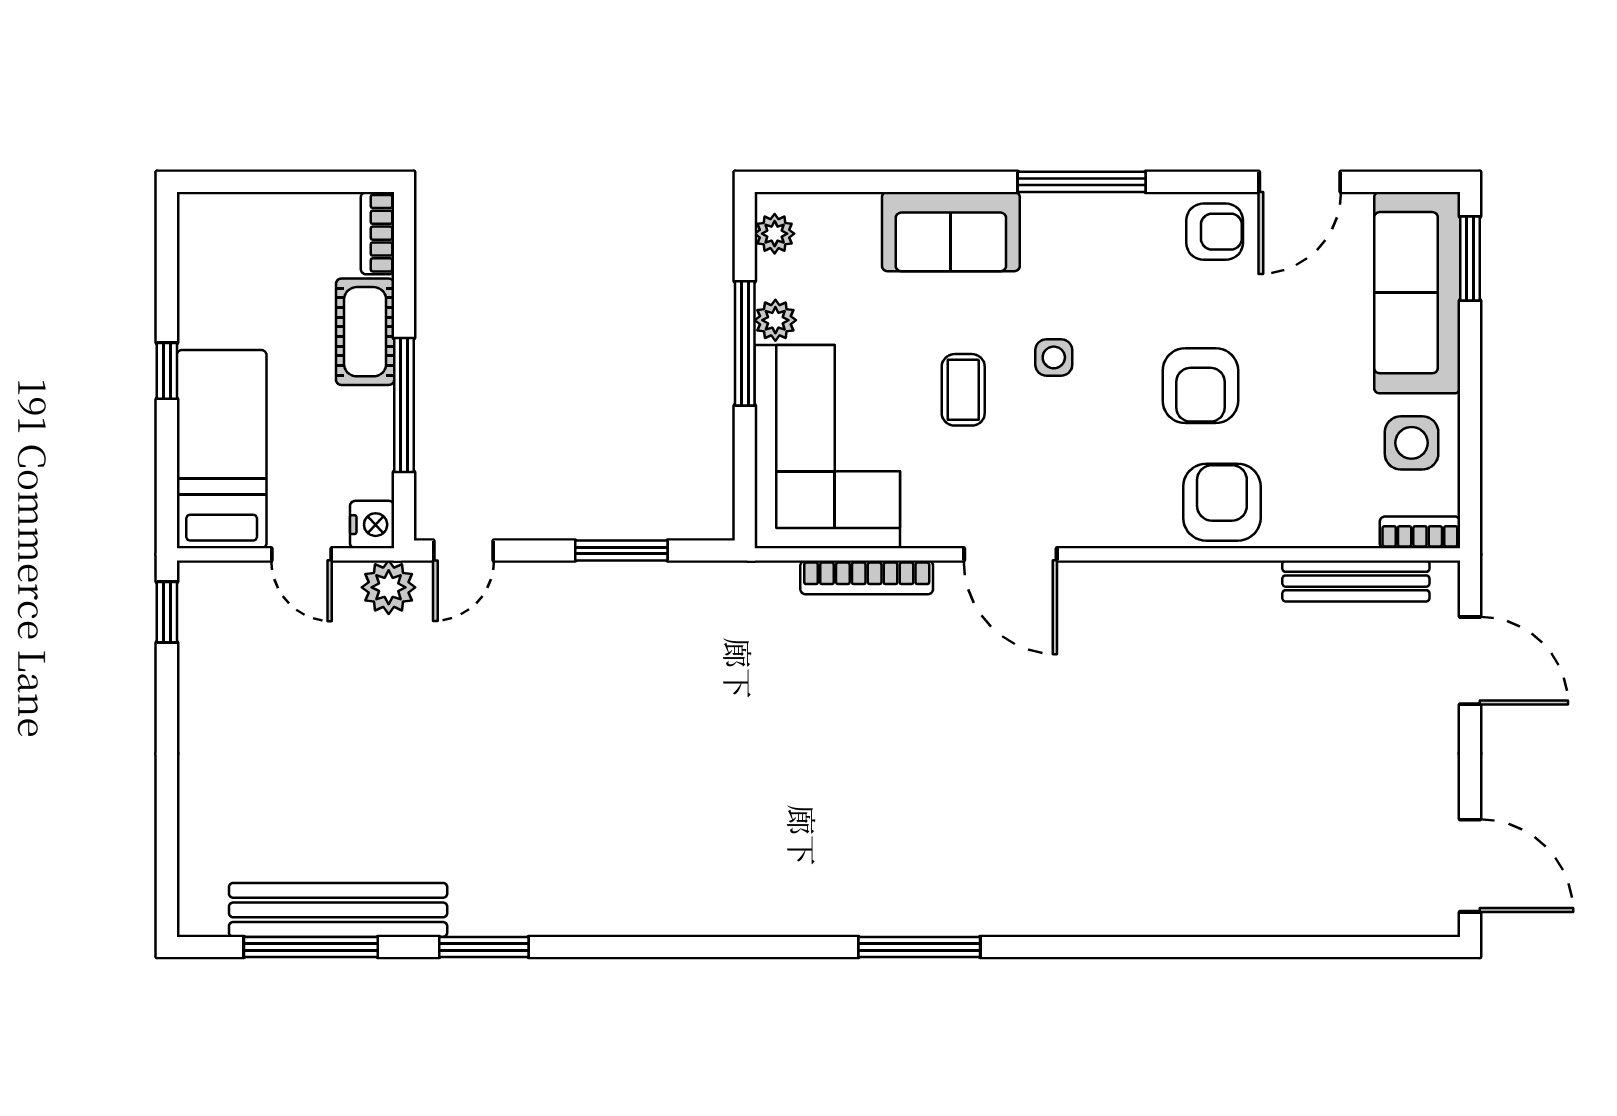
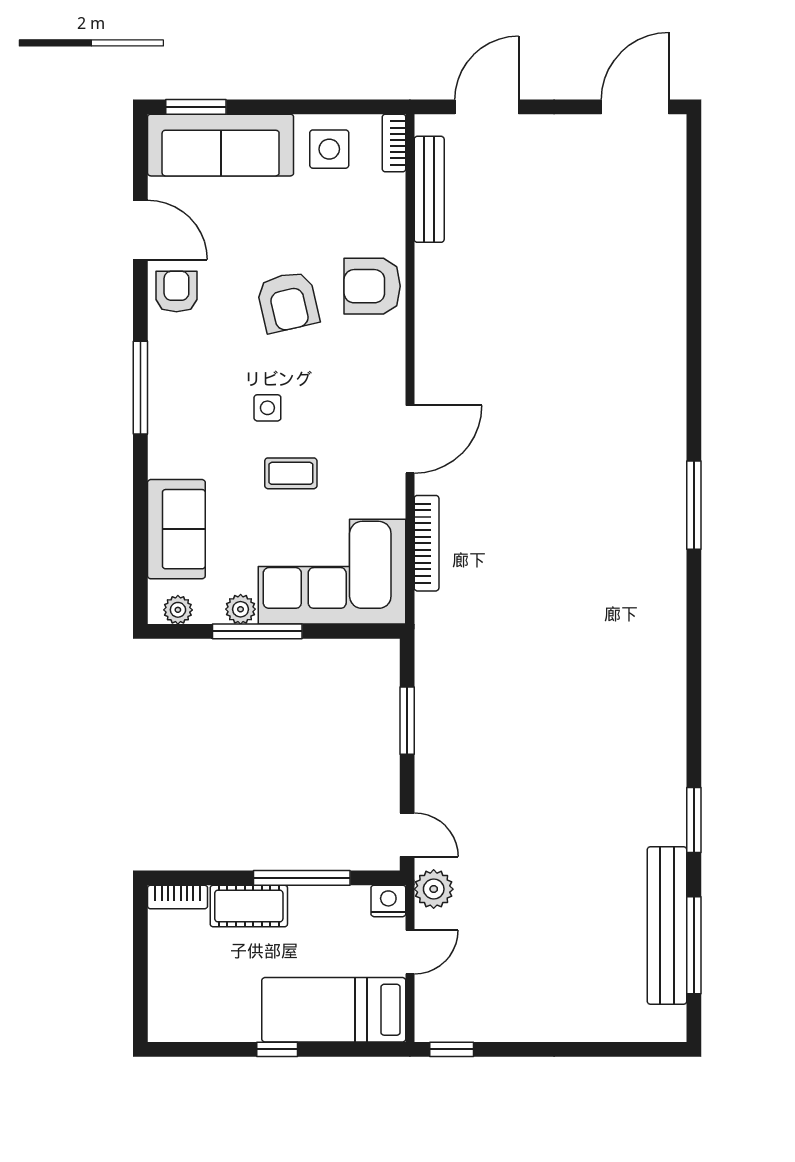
sofa: (951, 232) -> (176, 529), moved
armchair: (1200, 386) -> (288, 302), turned 77

